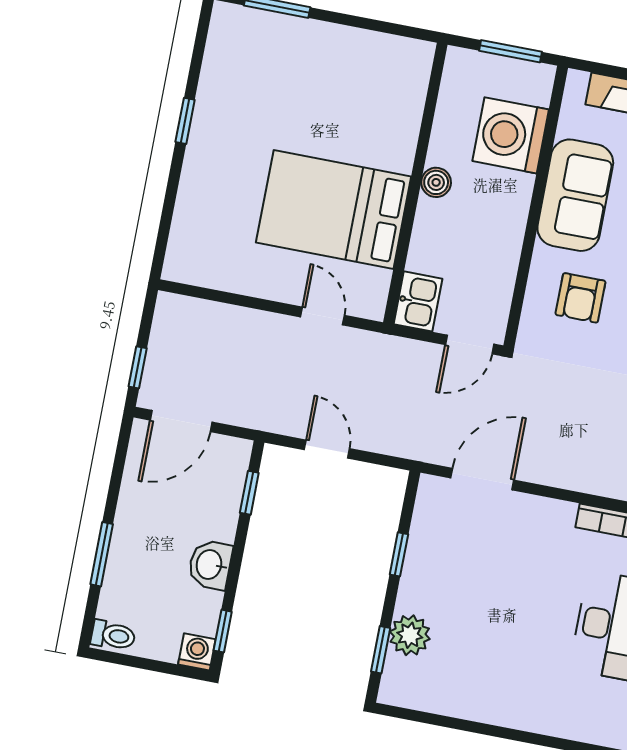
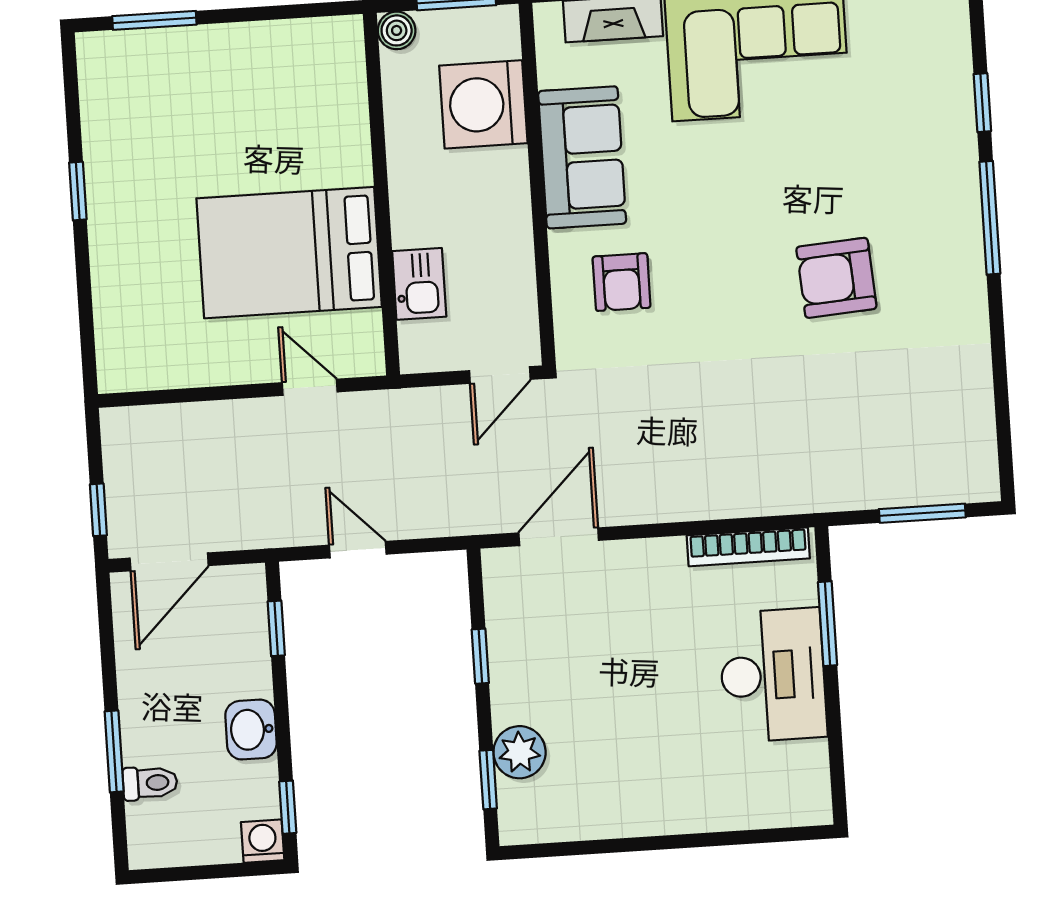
boiler: (436, 182) -> (397, 30), moved
kitchen sink: (418, 301) -> (419, 284), moved
toilet: (113, 635) -> (150, 783), moved

